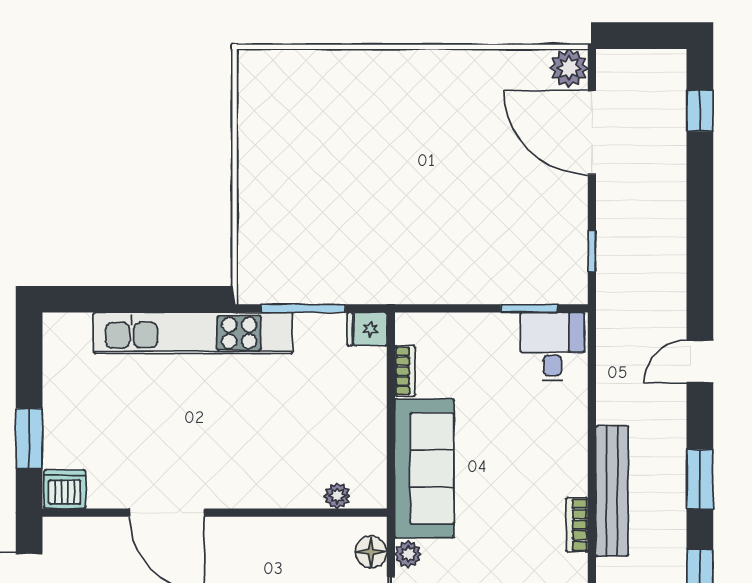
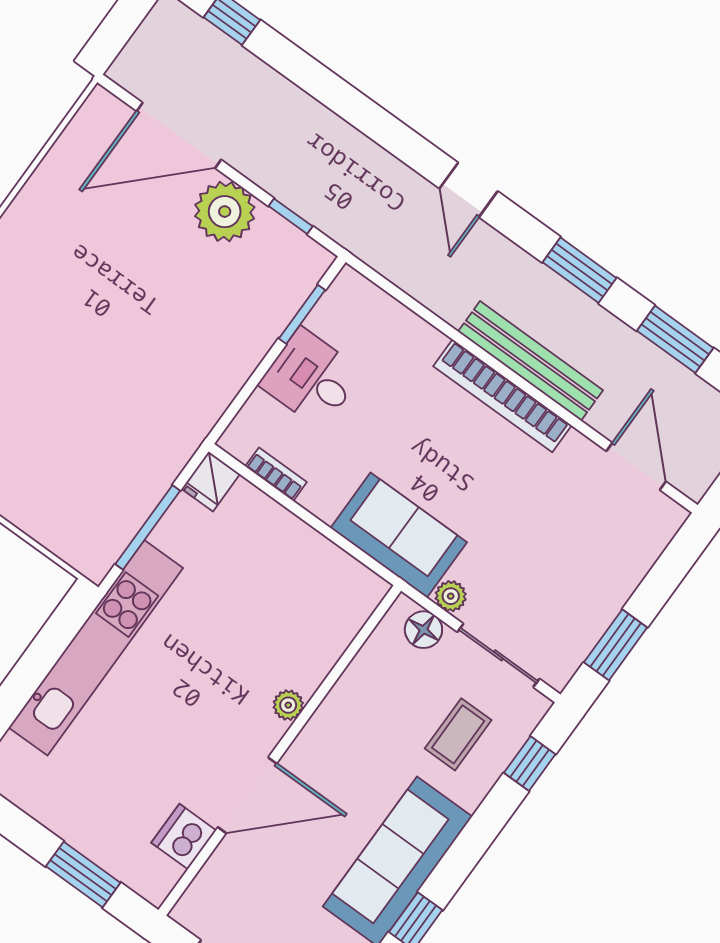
plant: (569, 68) -> (225, 212), moved, width x1.36, depth x1.36
desk: (552, 347) -> (311, 378), moved
sofa: (424, 468) -> (399, 535), width x0.73
dishwasher: (65, 489) -> (184, 837), moved
plant: (337, 496) -> (288, 705), moved
bookcase: (577, 525) -> (502, 396), width x2.31, depth x1.31

